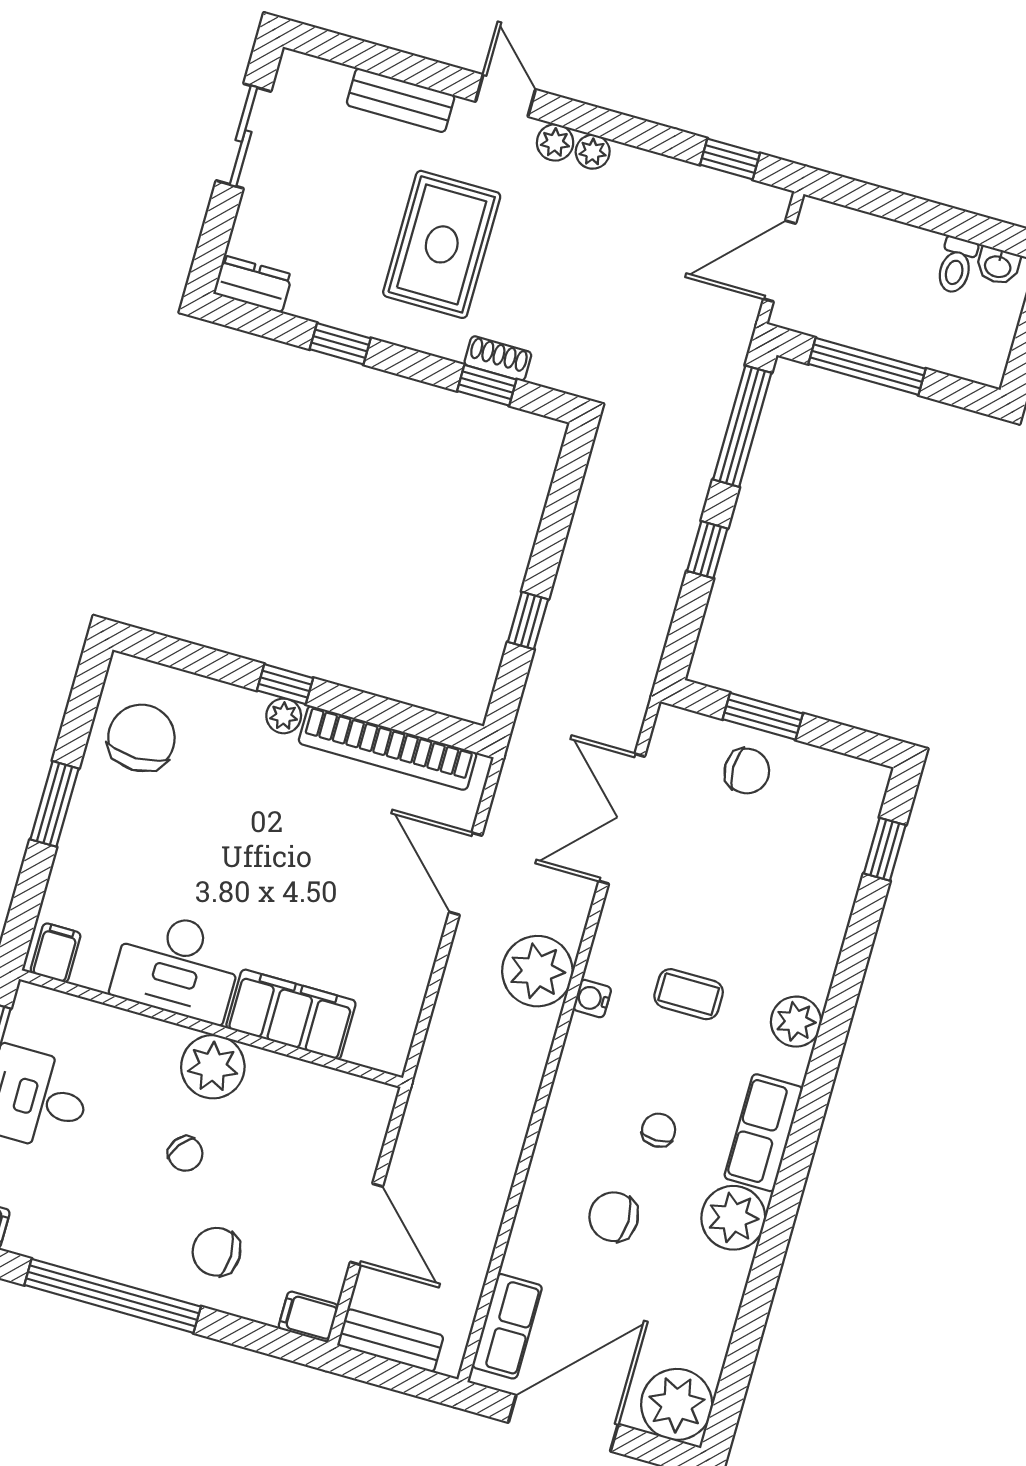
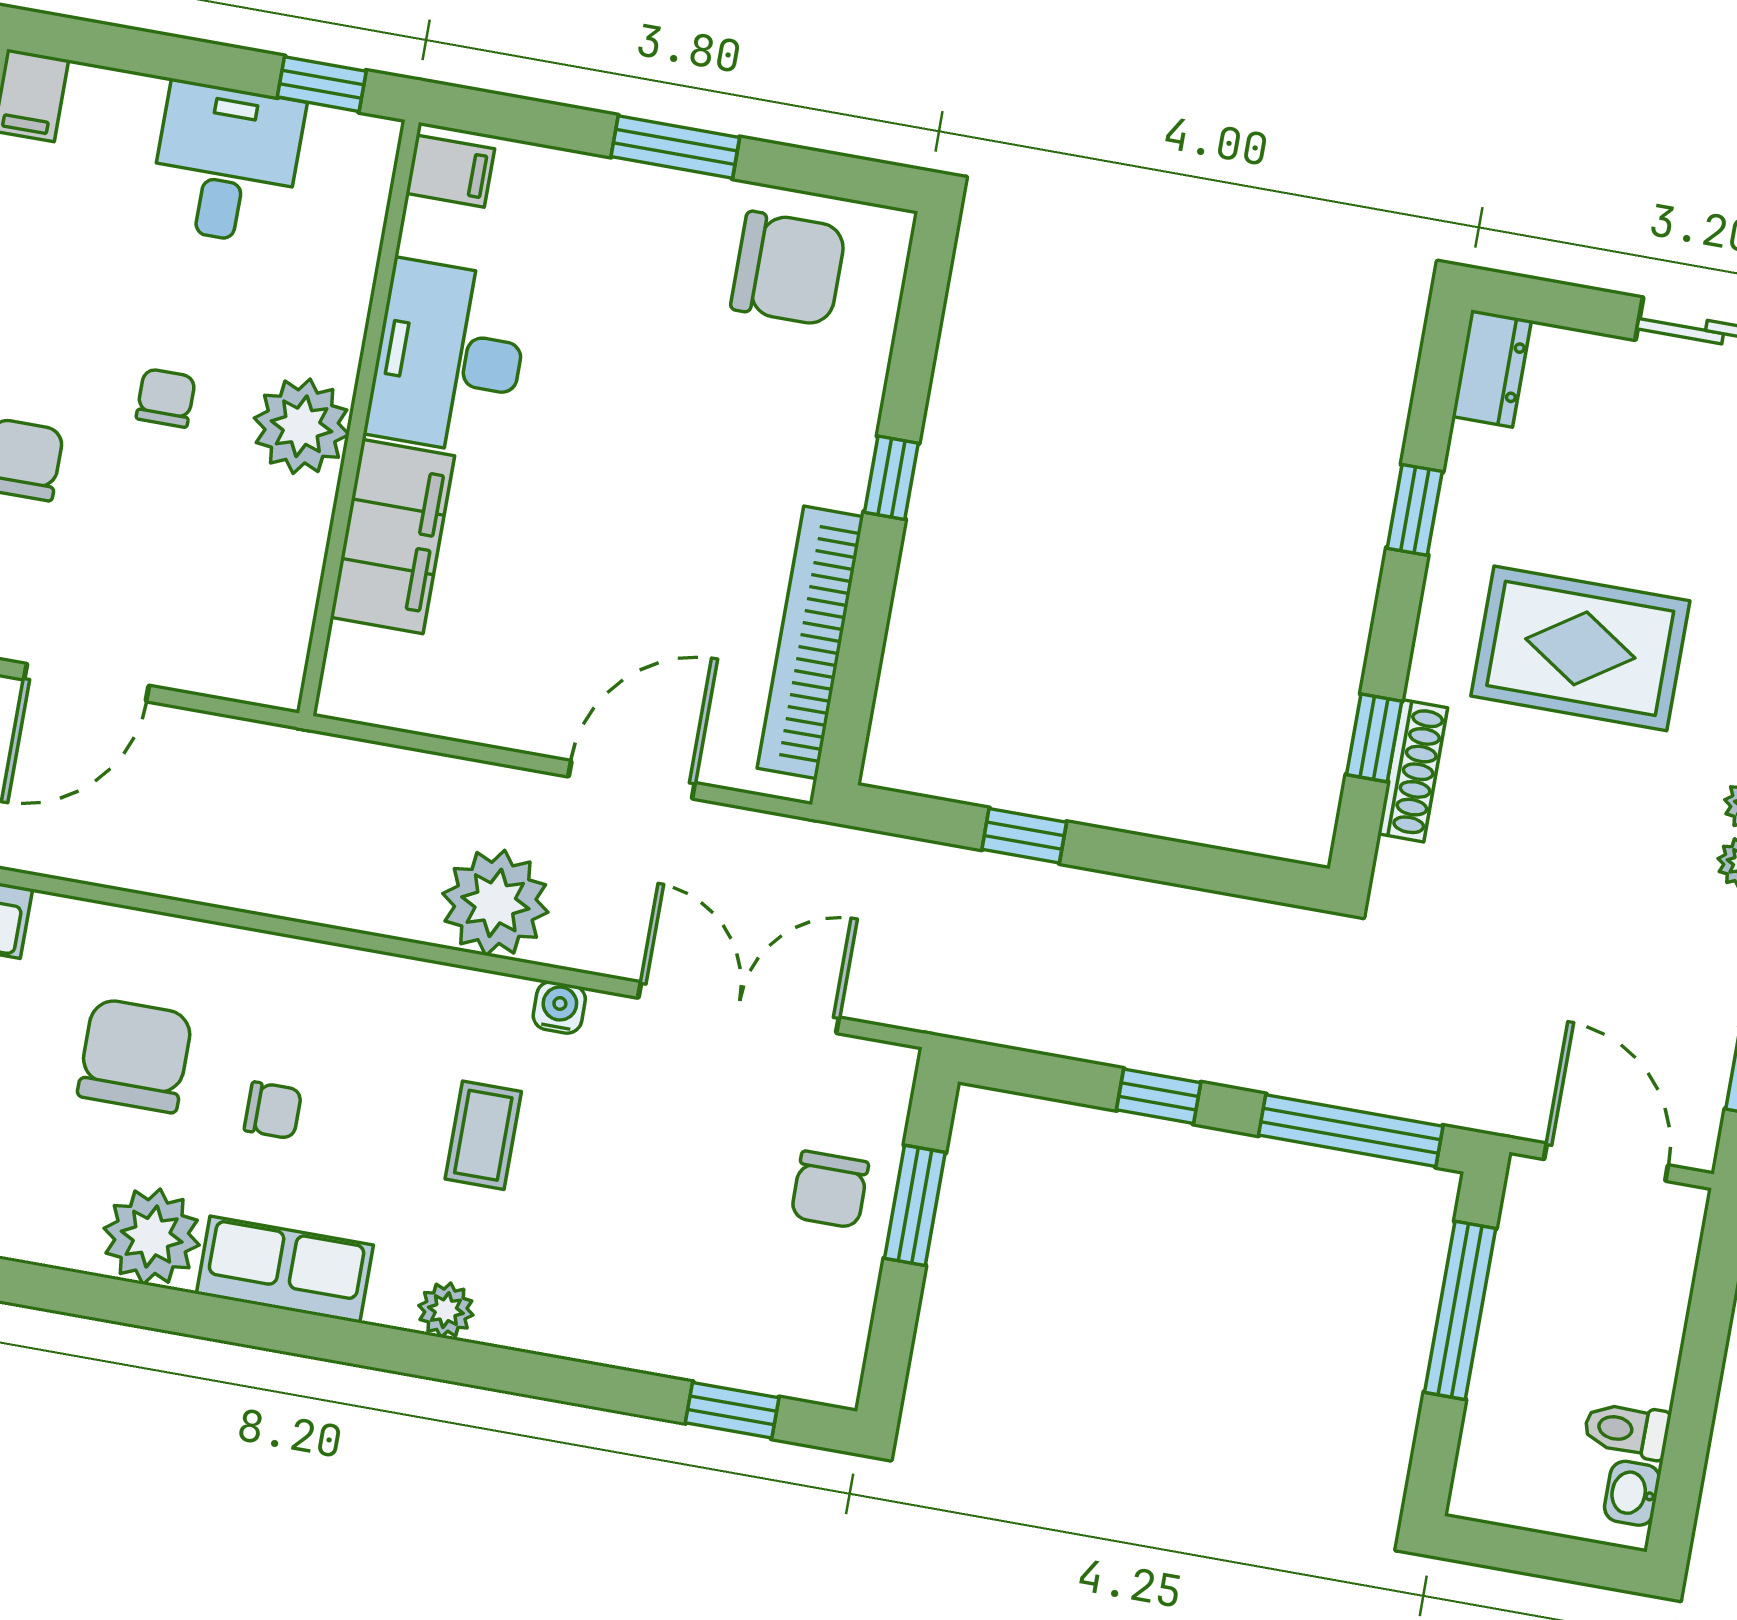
shoe rack: (498, 358) -> (1413, 771), width x1.43
plant: (284, 716) -> (843, 481), removed
water cooler: (592, 999) -> (559, 1007), moved
plant: (796, 1022) -> (446, 1310), width x0.73, depth x0.73
chair: (185, 1154) -> (166, 398), turned 143
chair: (614, 1217) -> (135, 1055), width x1.37, depth x1.37

